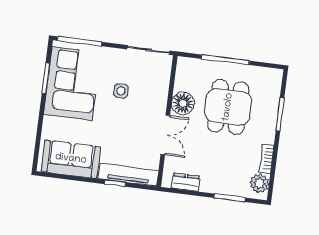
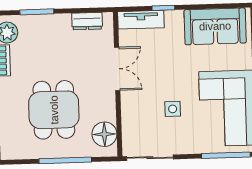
floor lamp: (183, 103) -> (104, 134), moved
double door: (165, 135) -> (117, 69), swing flipped
tv unit: (128, 175) -> (141, 20), width x0.71

